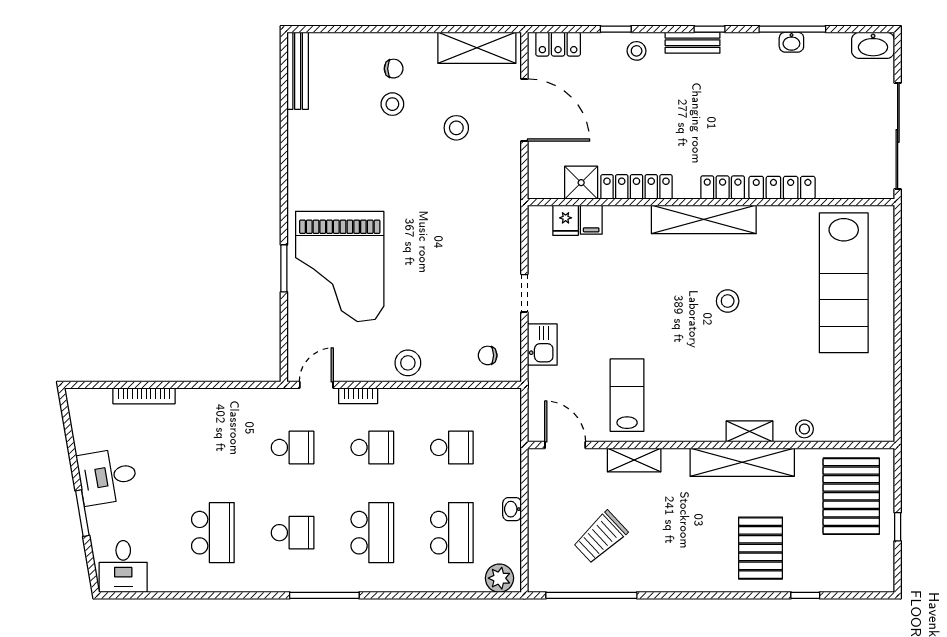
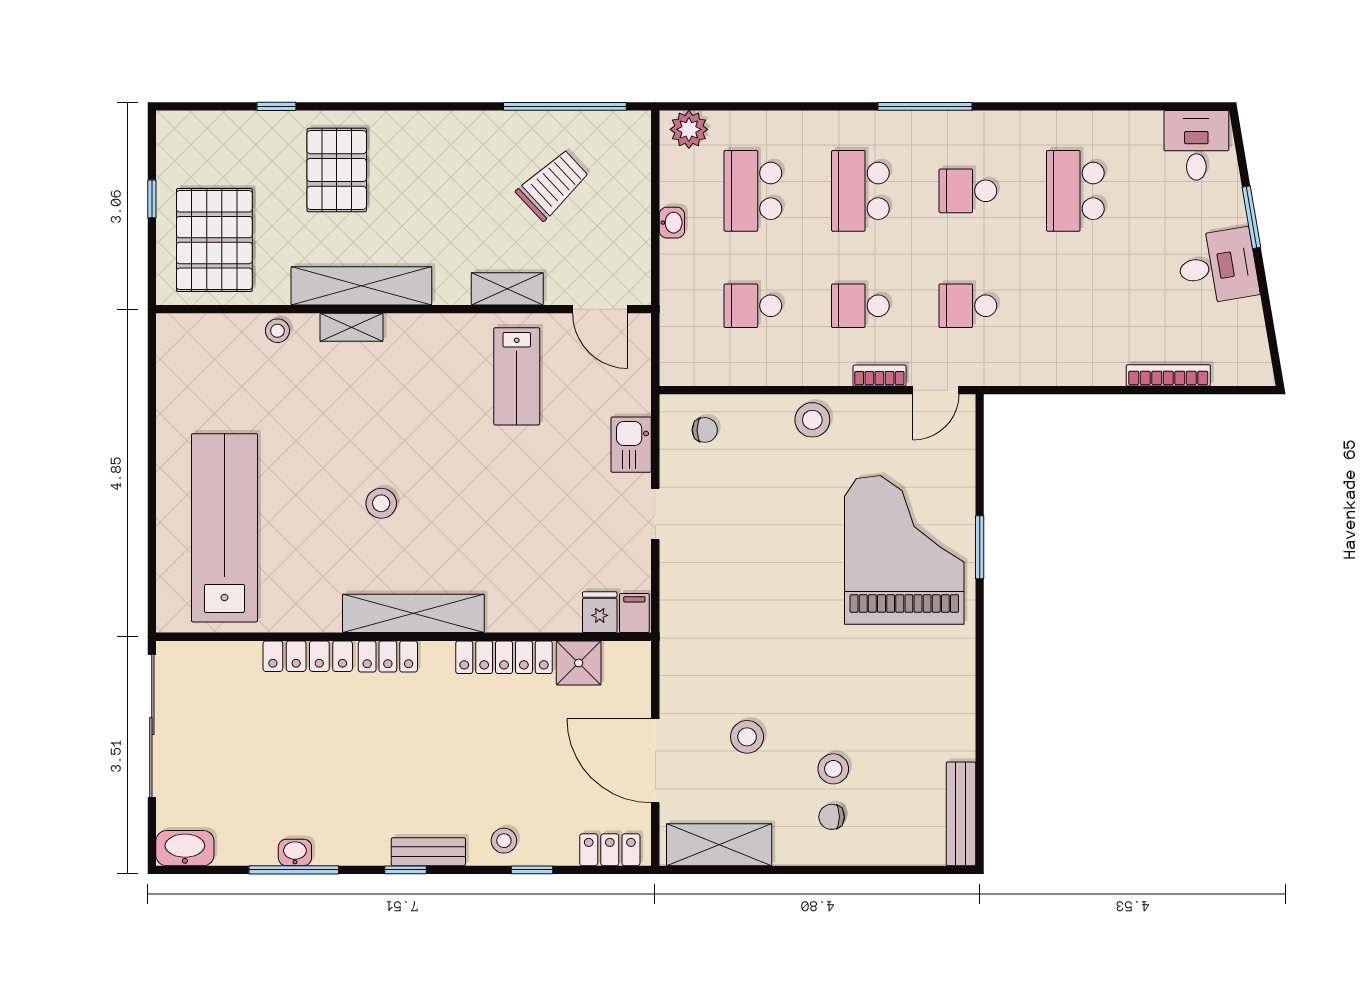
filing cabinet: (591, 220) -> (634, 613), moved

